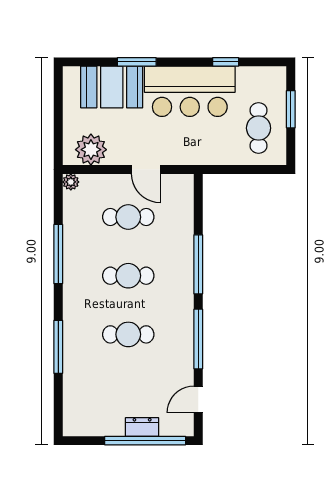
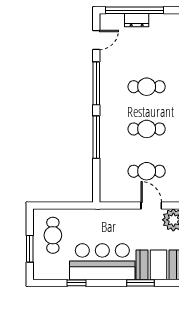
door: (146, 169) -> (151, 205), moved

